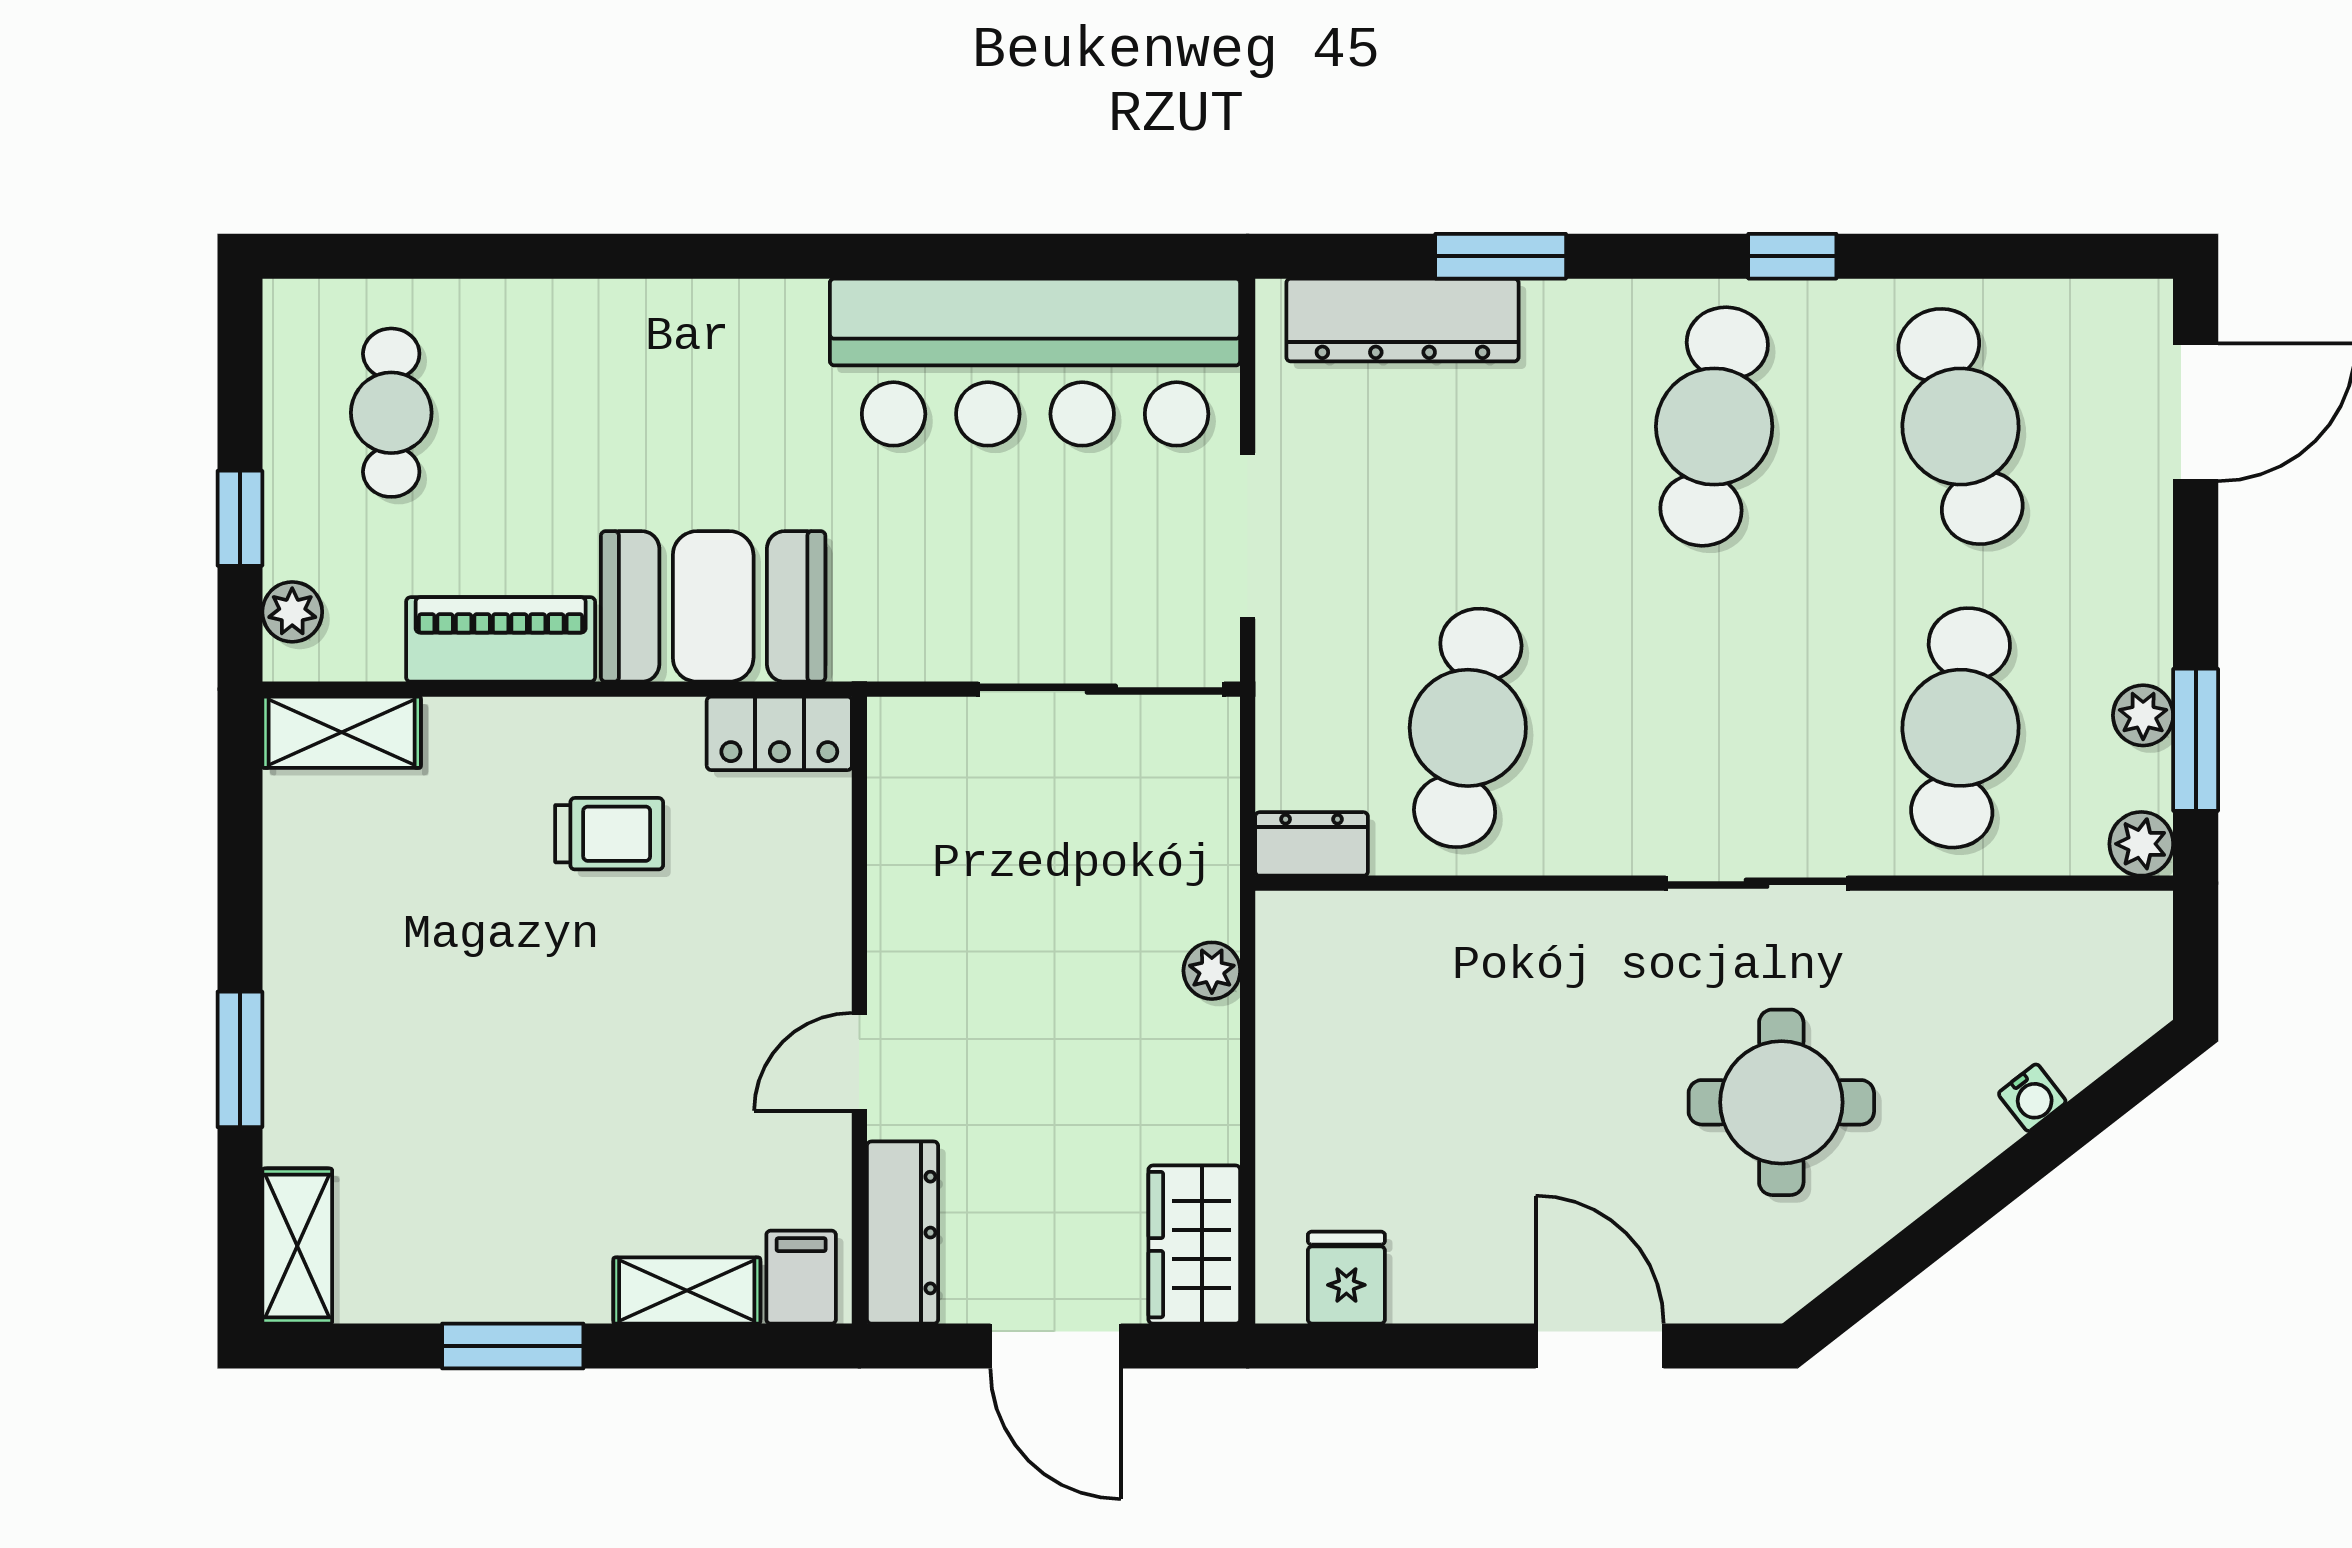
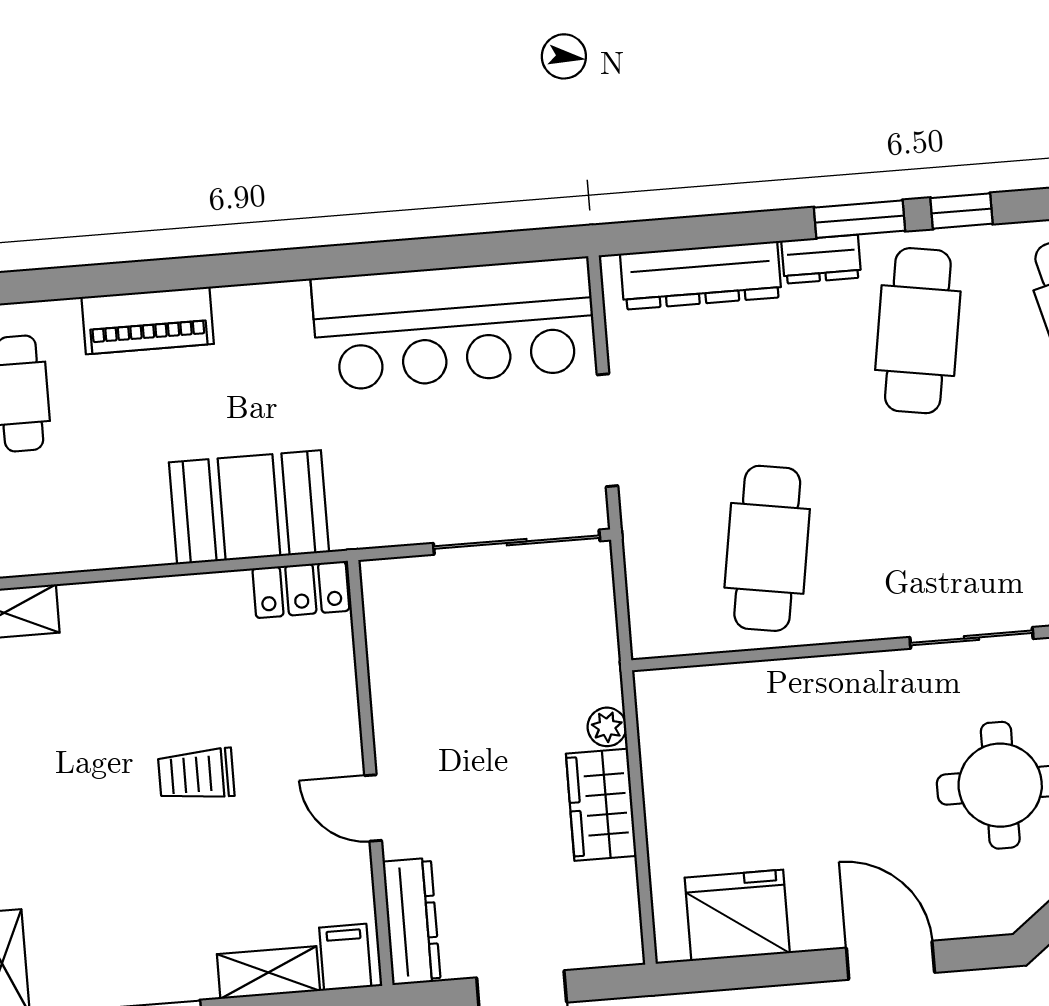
window: (1501, 256) -> (860, 219), moved
piano: (501, 639) -> (148, 320), moved, turned 180
trolley: (609, 834) -> (196, 774), moved, turned 180
dresser: (1312, 844) -> (821, 259), moved, turned 180
door: (859, 1062) -> (373, 808), hinge flipped
wardrobe: (1194, 1245) -> (601, 805), moved
fridge: (1346, 1278) -> (737, 915), width x1.88, depth x1.34

